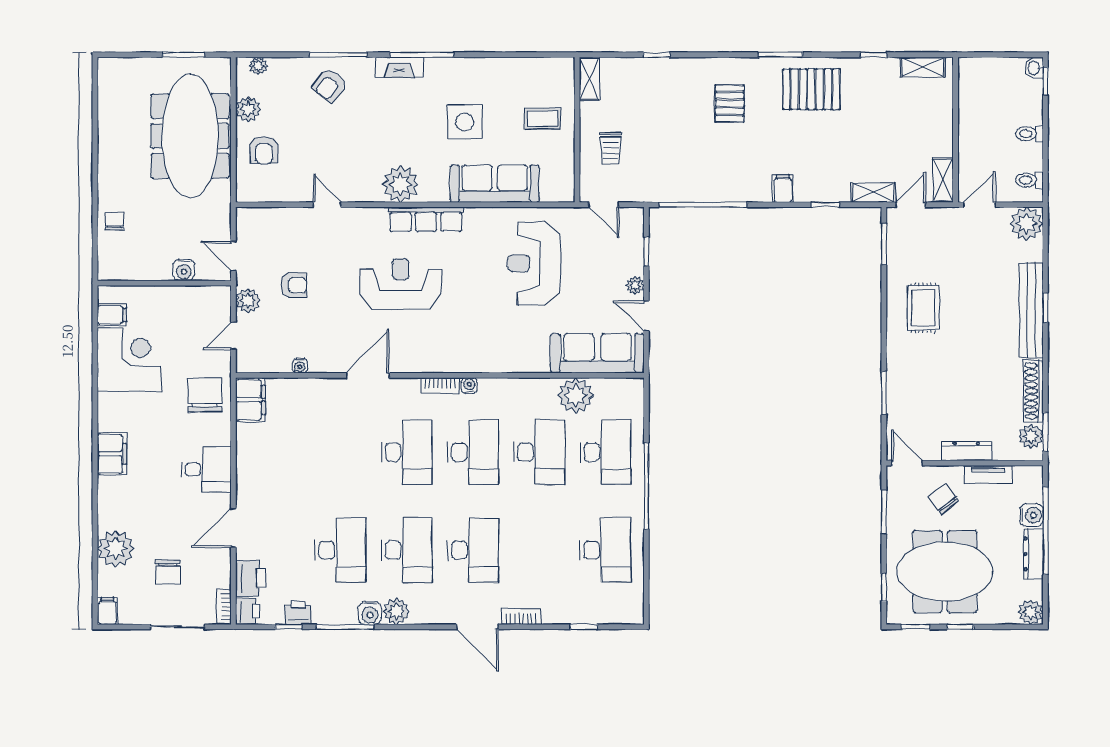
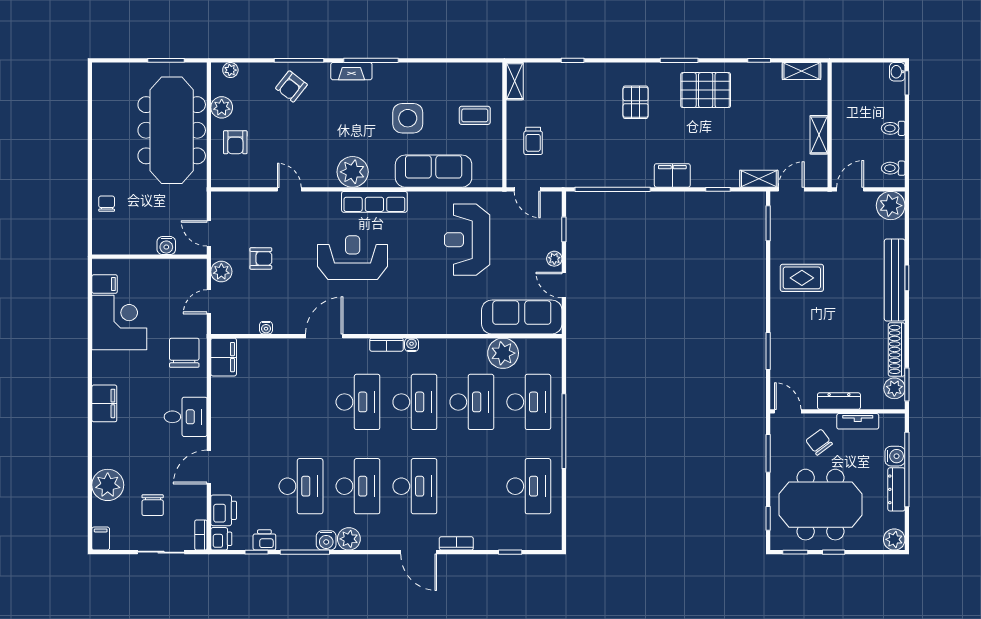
shelving: (943, 180) -> (819, 135), moved
filing cabinet: (783, 189) -> (672, 175), width x2.00
rug: (923, 308) -> (802, 278), turned 90

